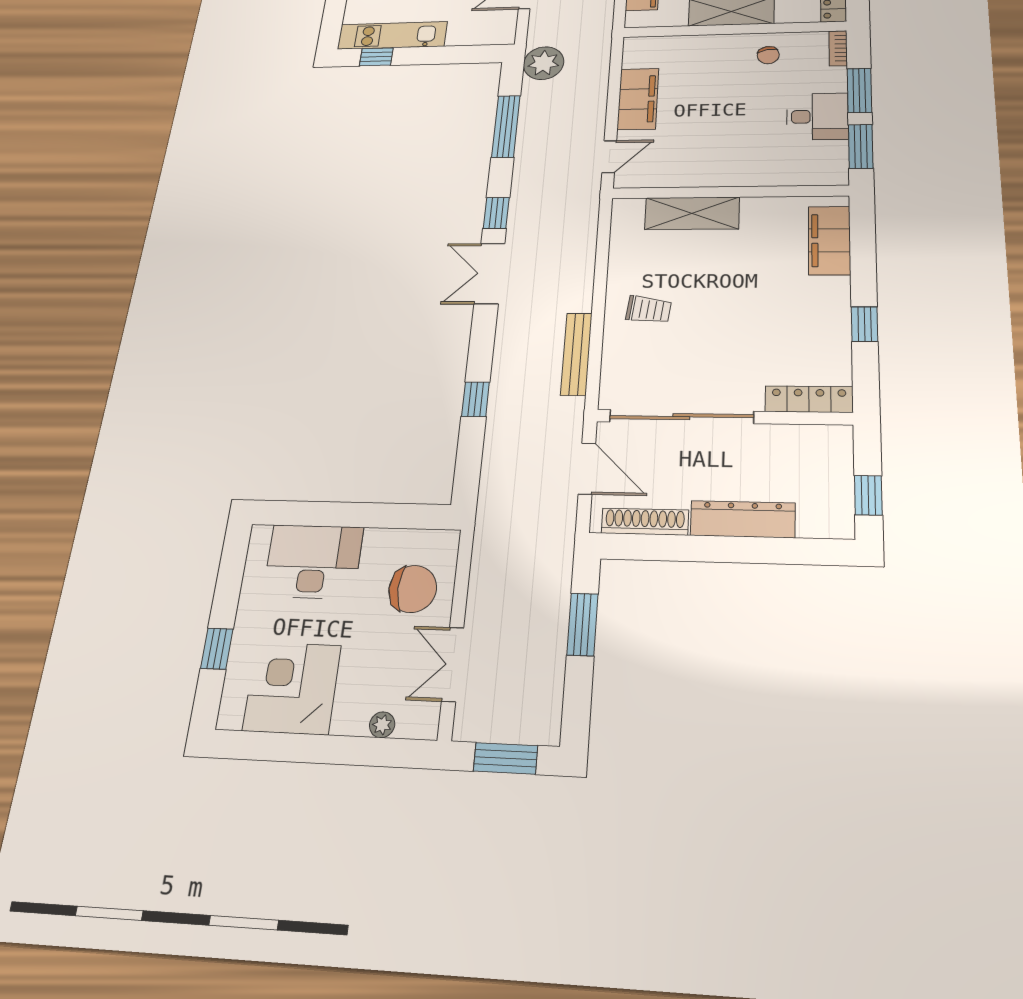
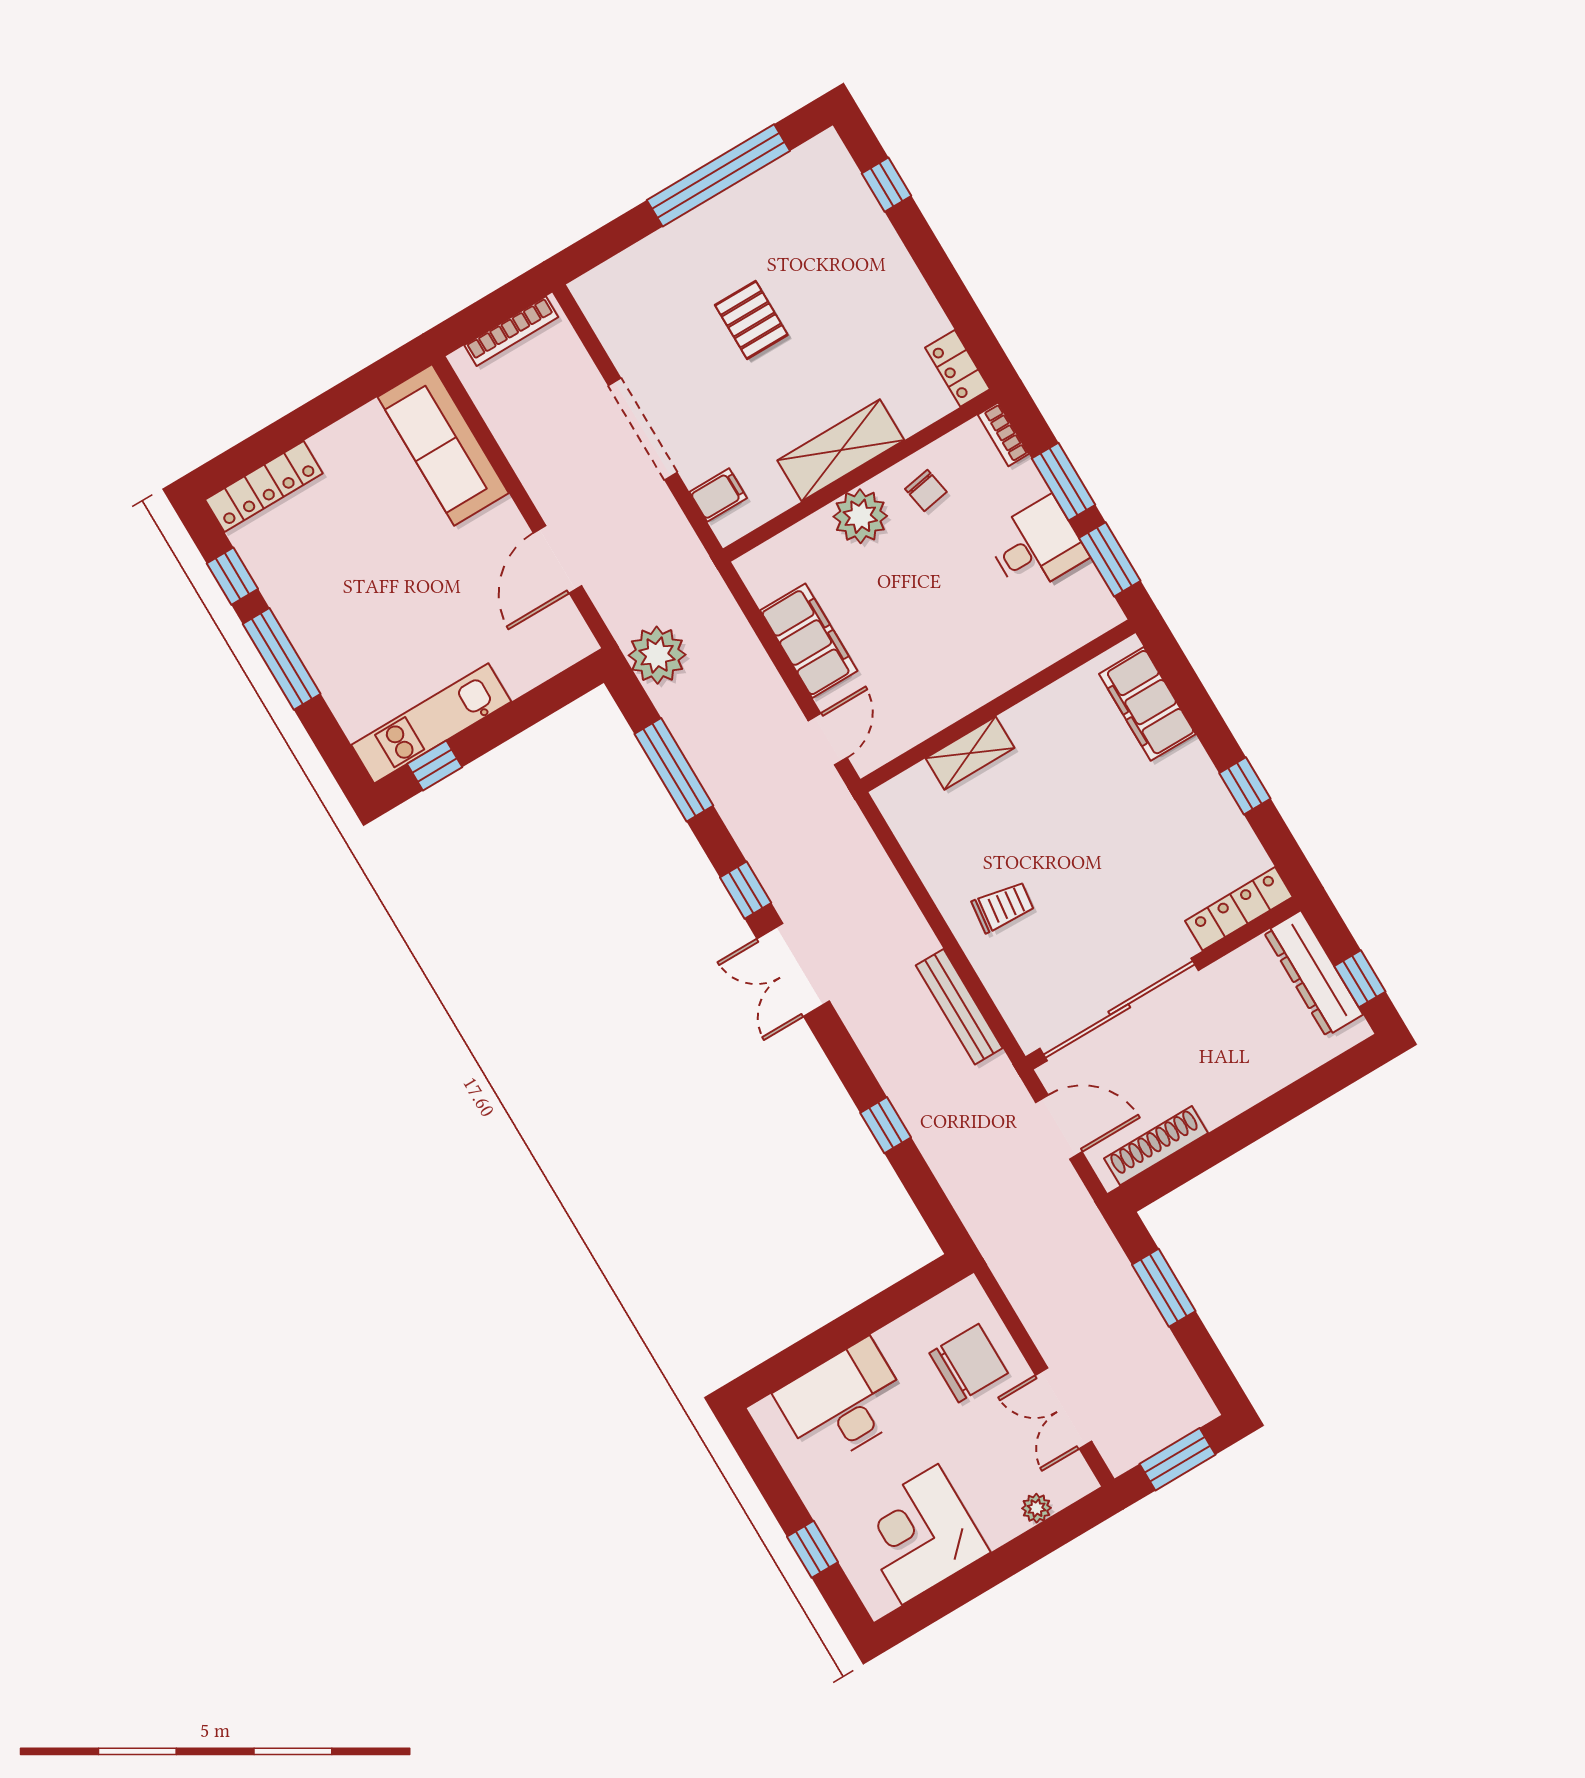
plant: (718, 50) -> (860, 516), added
shelving: (692, 213) -> (970, 753), width x0.67, depth x0.75
dresser: (743, 519) -> (1313, 974), moved, turned -90

